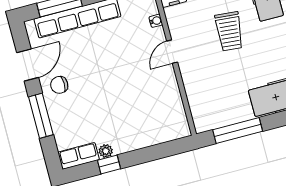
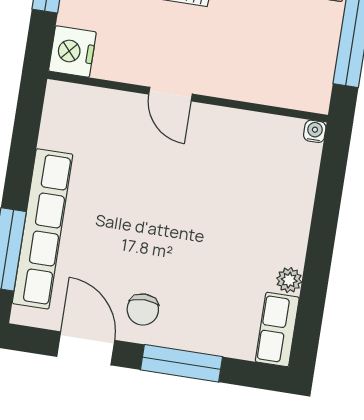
water cooler: (156, 21) -> (315, 131), moved
window: (109, 165) -> (314, 284), removed

